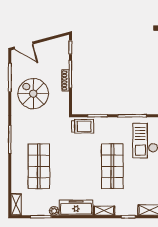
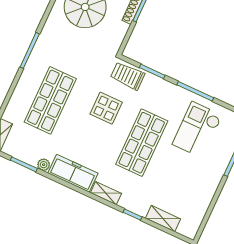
trolley: (83, 126) -> (128, 76), turned 180
display table: (78, 154) -> (106, 108), added

